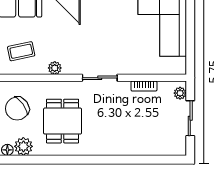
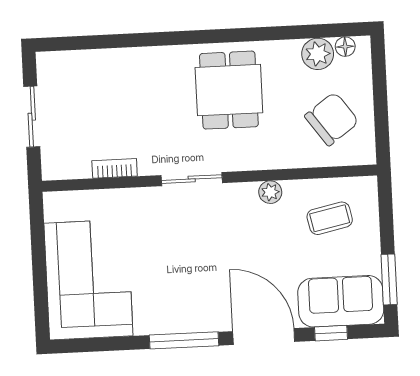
plant: (180, 93) -> (51, 159), removed
dining table: (63, 121) -> (229, 90), moved

